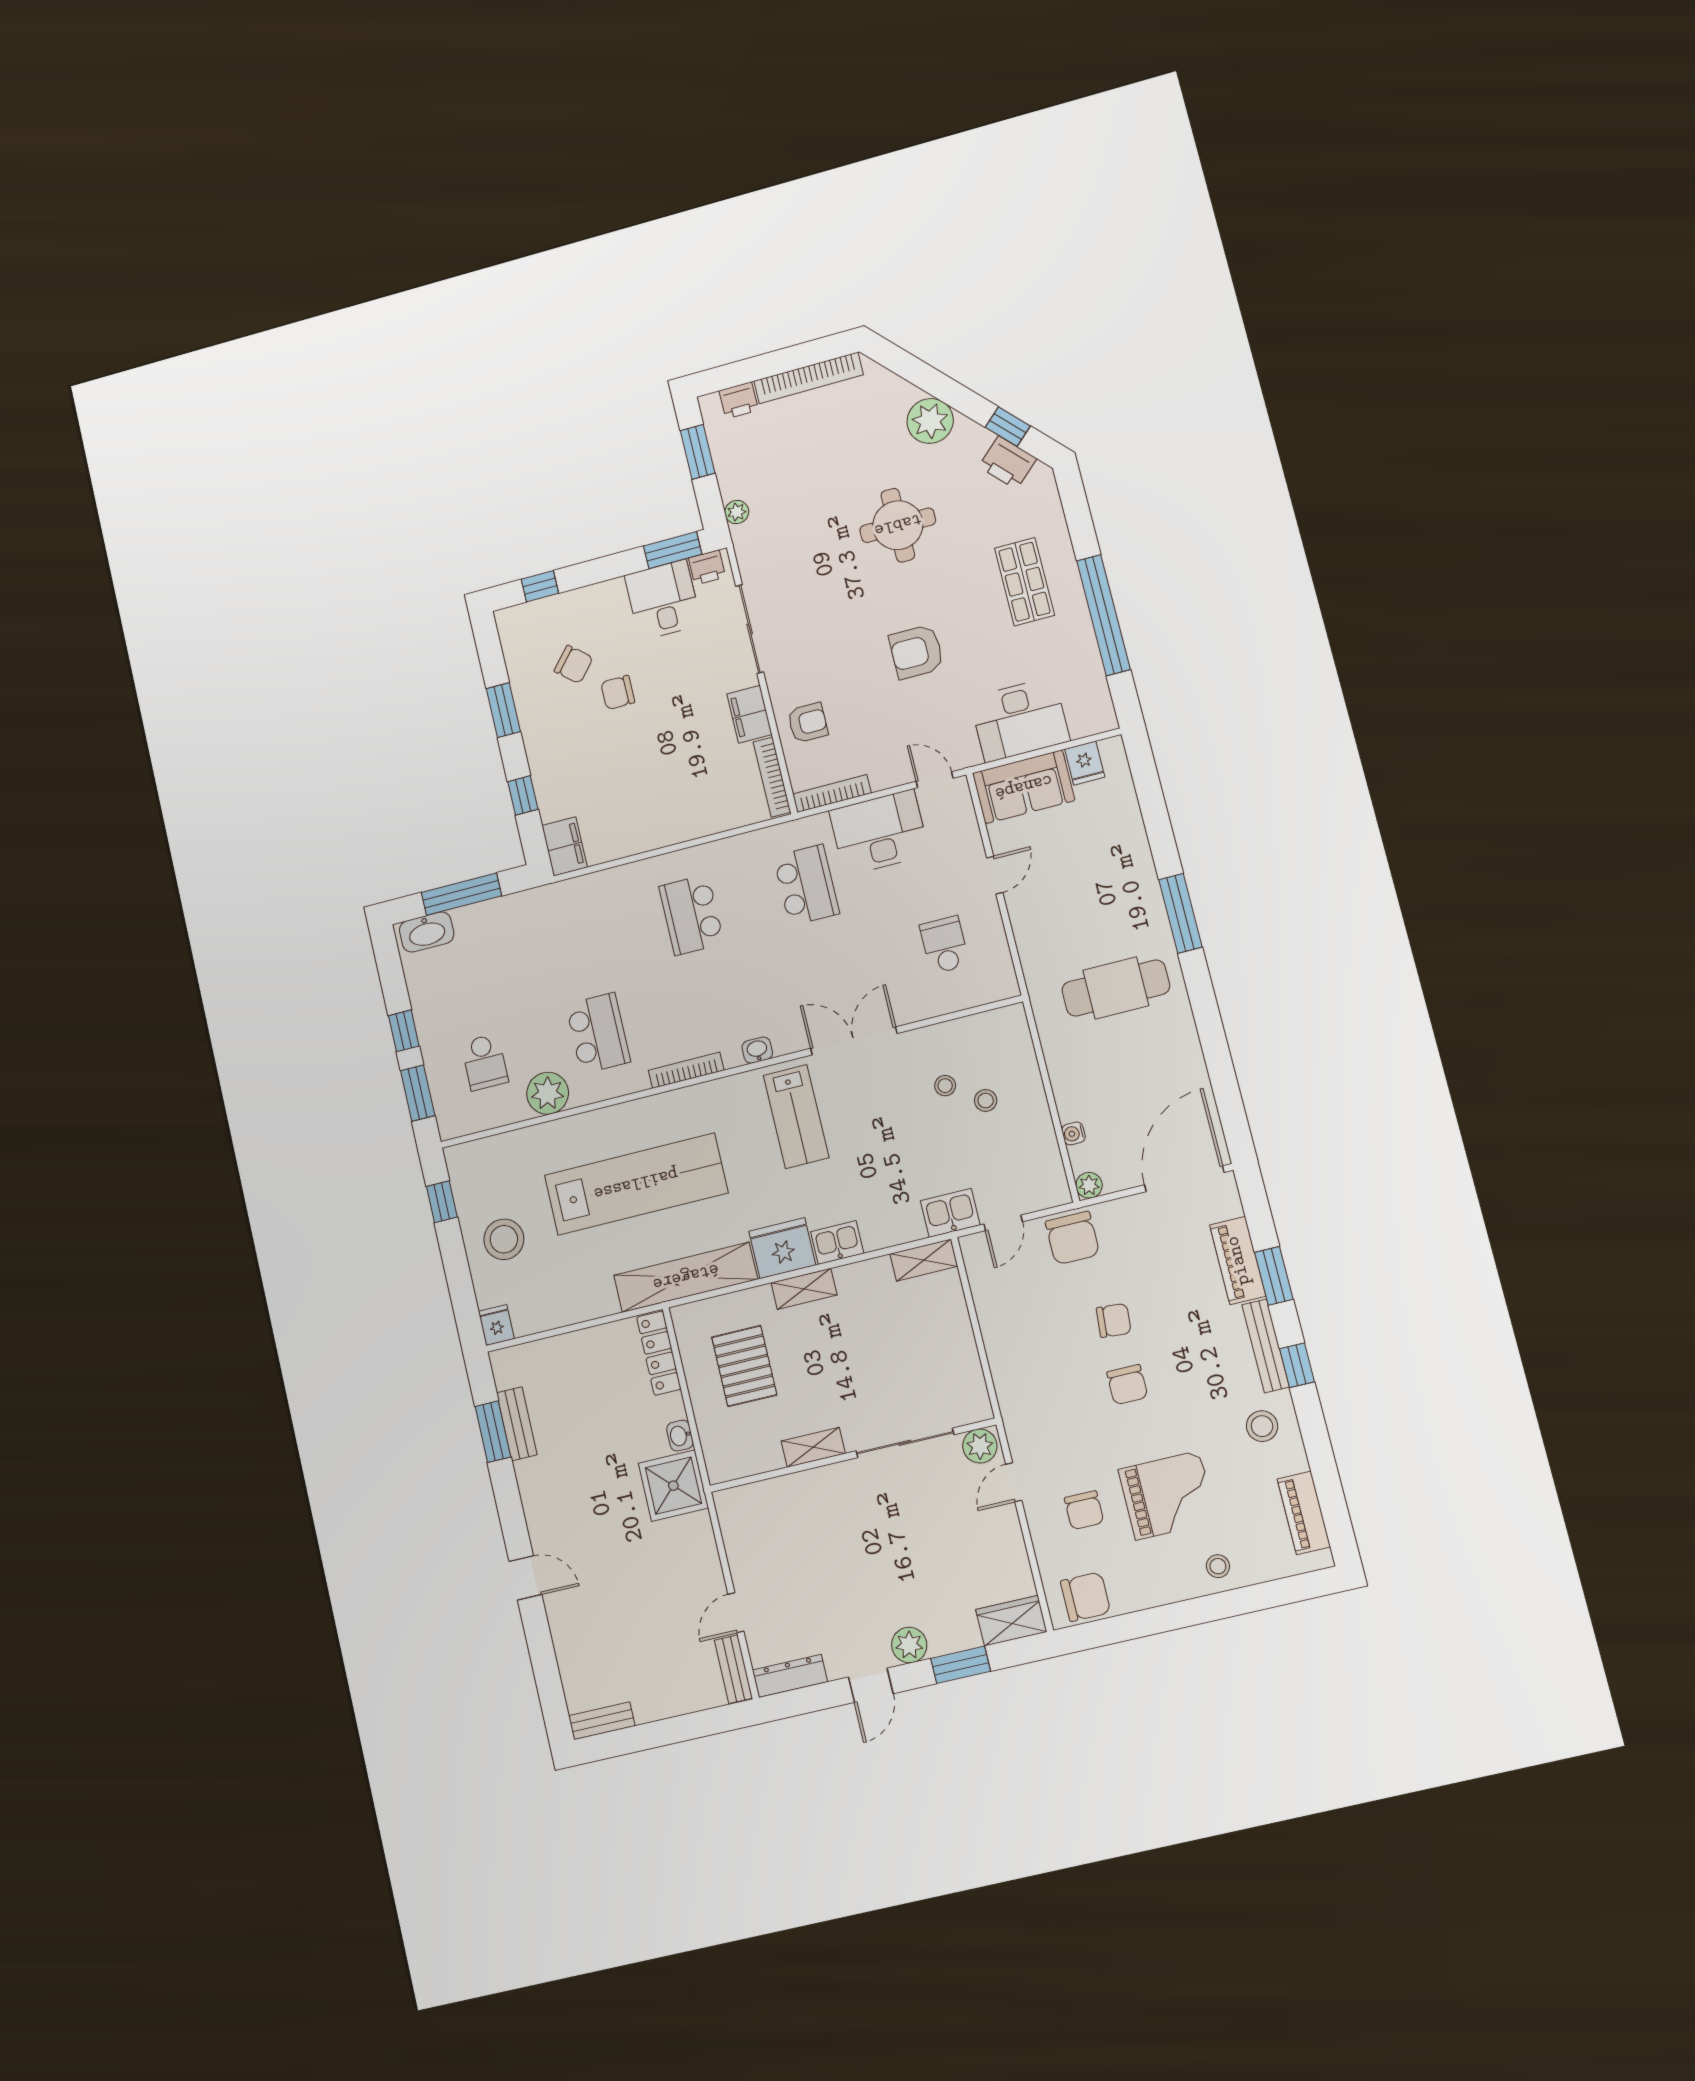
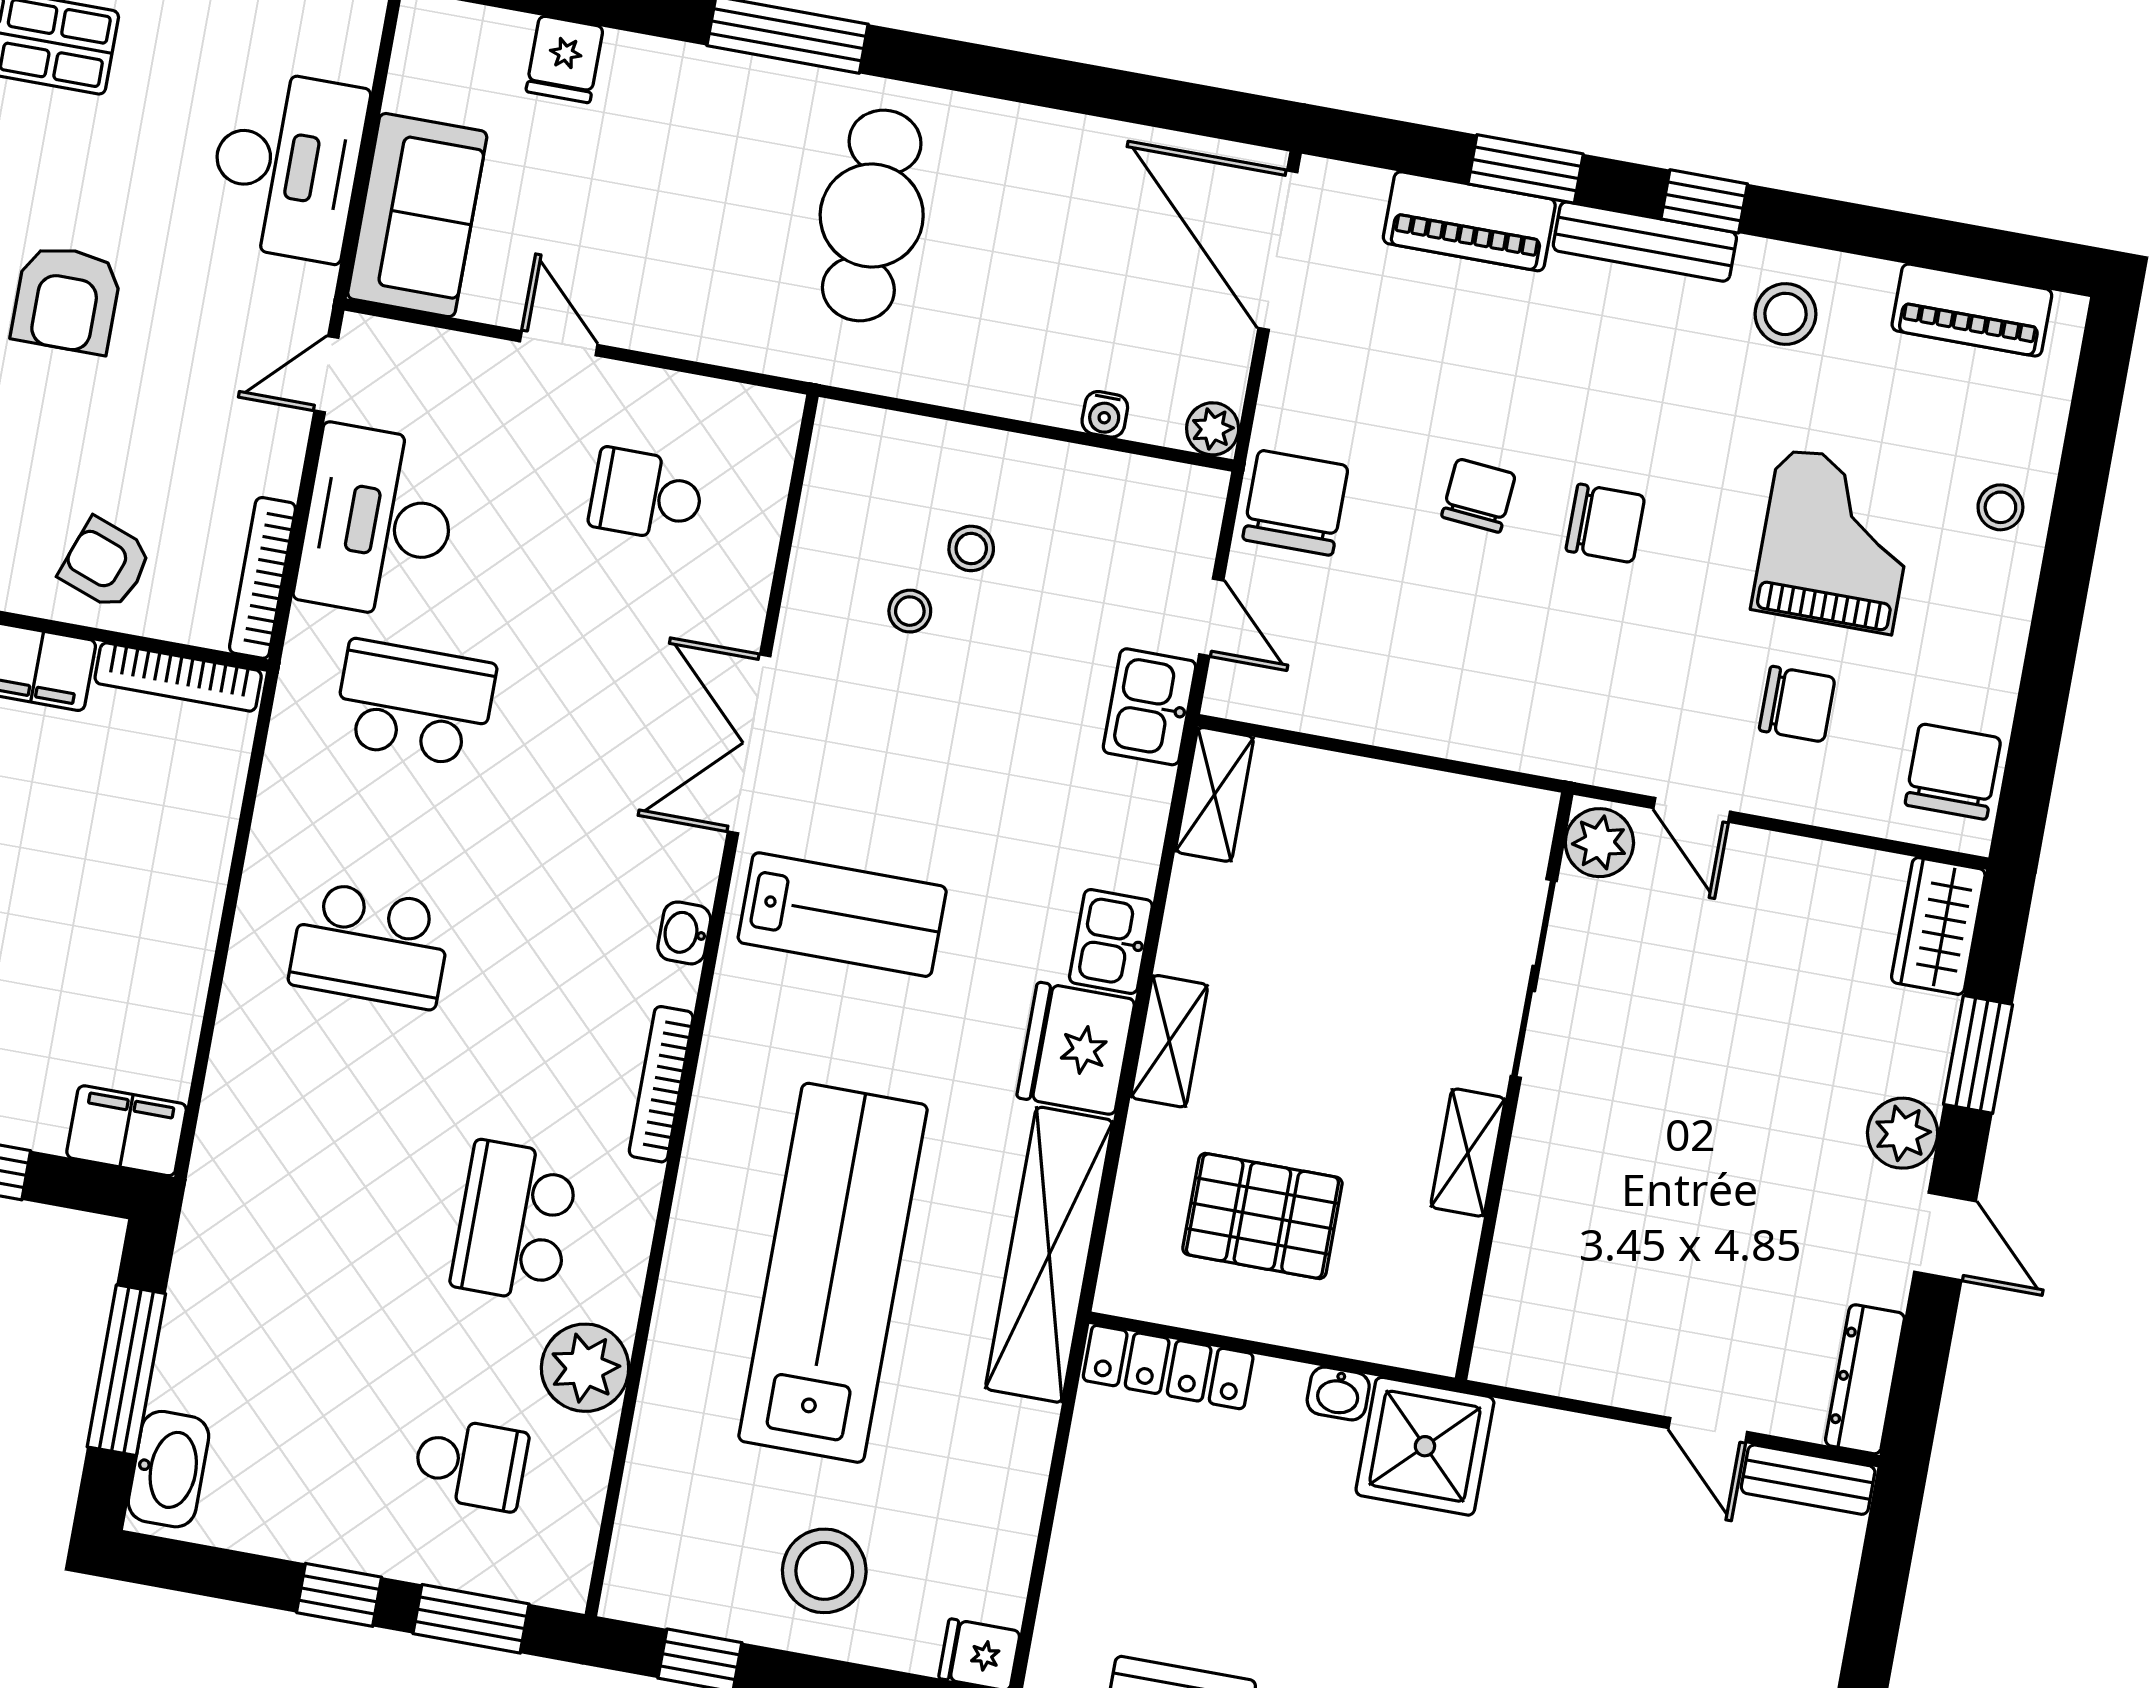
armchair: (808, 723) -> (106, 564), turned -70
fridge: (1085, 763) -> (565, 59), moved, turned 90
school desk: (598, 1033) -> (515, 1222), turned -90
chair: (1072, 1238) -> (1295, 503), turned -90

